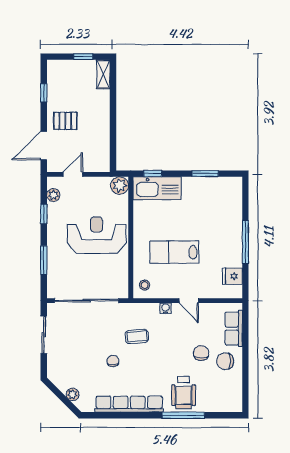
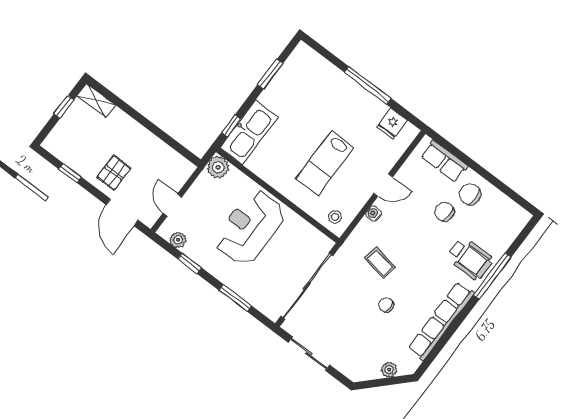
coffee table: (137, 336) -> (380, 263), turned -75
chair: (225, 361) -> (470, 194), turned 90

